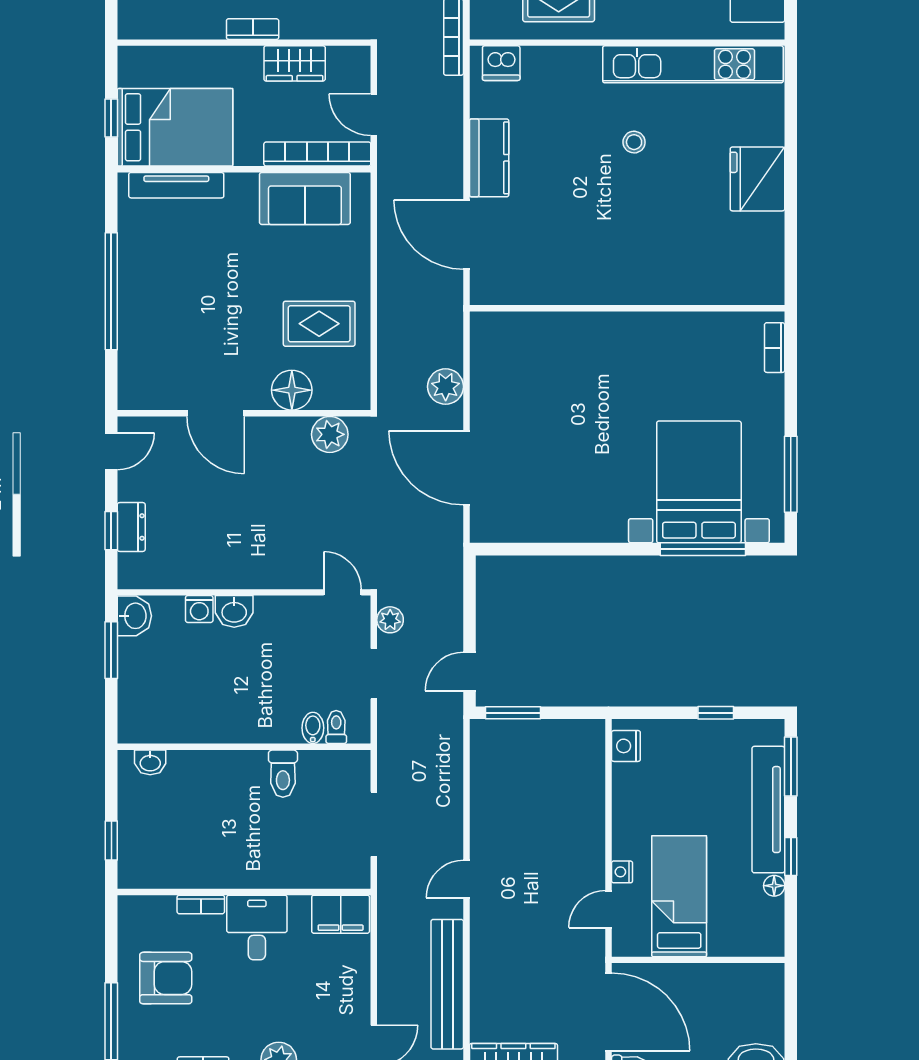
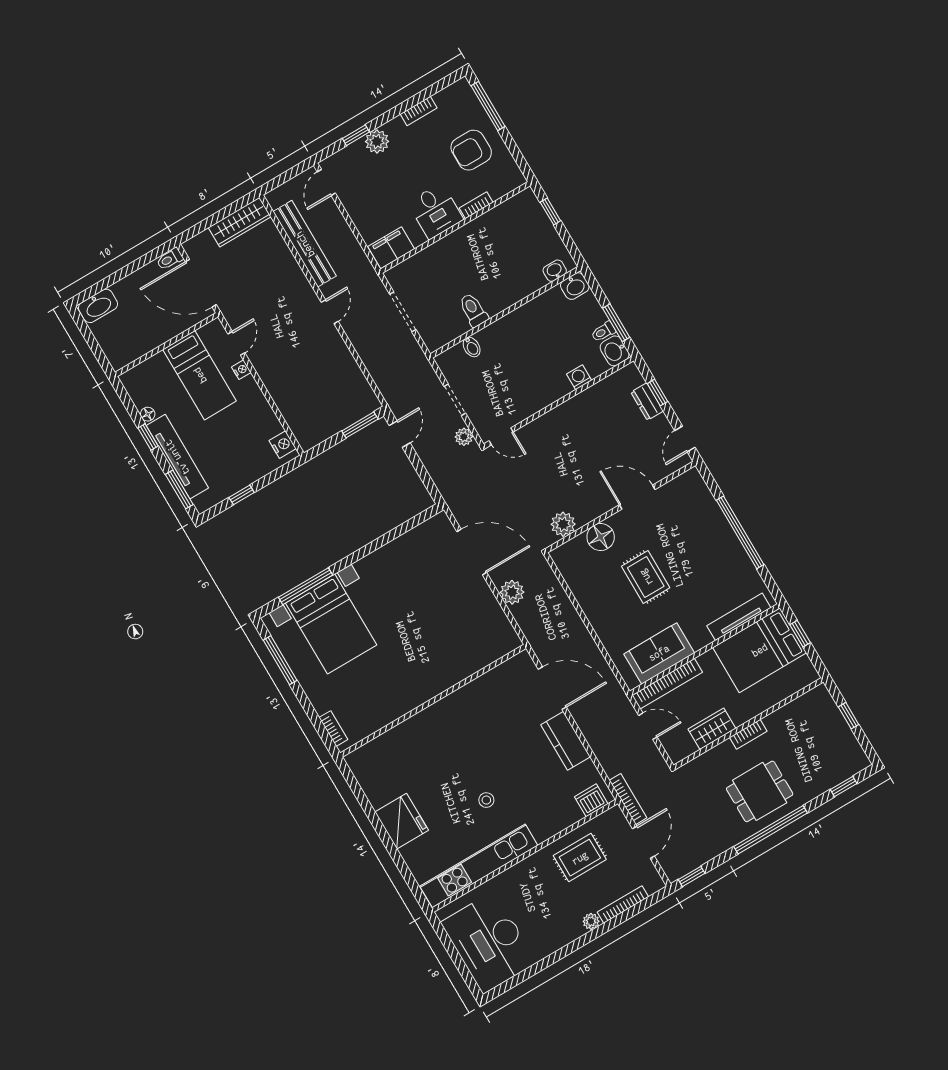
rug: (319, 324) -> (646, 577), moved, turned 90
washbasin: (234, 611) -> (575, 286), moved, turned 180
toilet: (336, 727) -> (603, 332), moved, turned 90

